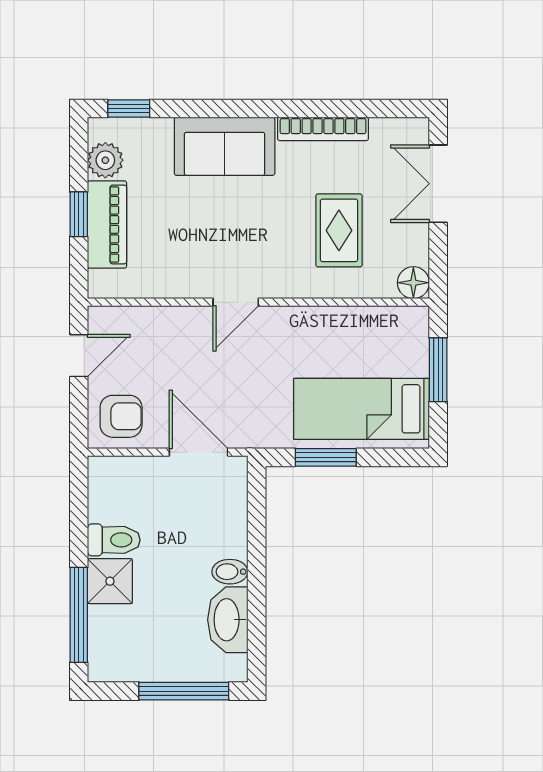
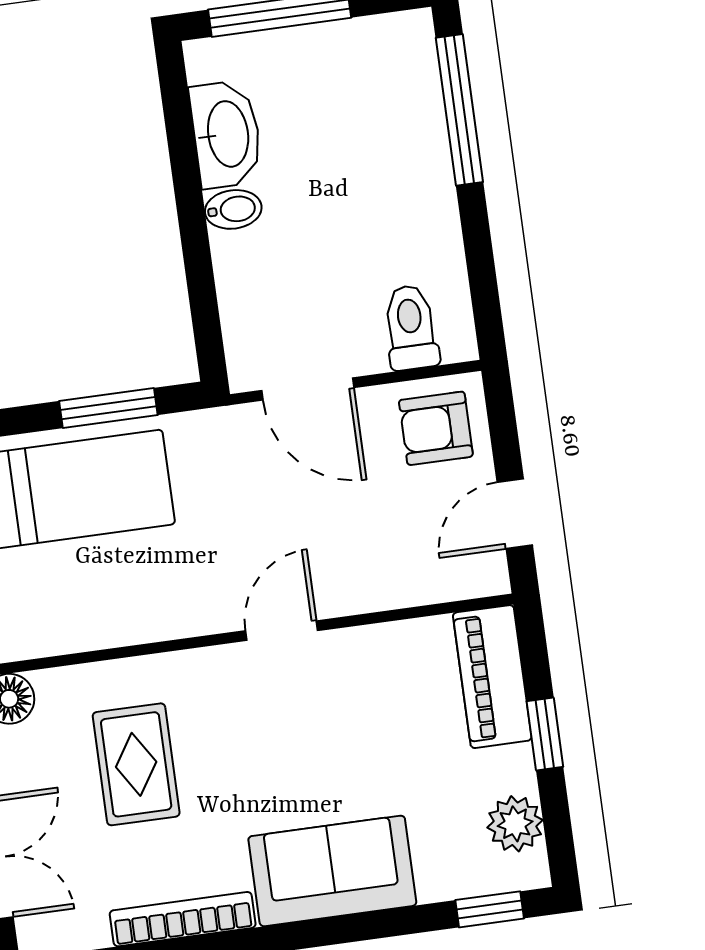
piano: (107, 224) -> (492, 677), moved
toilet: (114, 540) -> (411, 327), moved, turned 90
shower: (110, 581) -> (418, 169), removed

